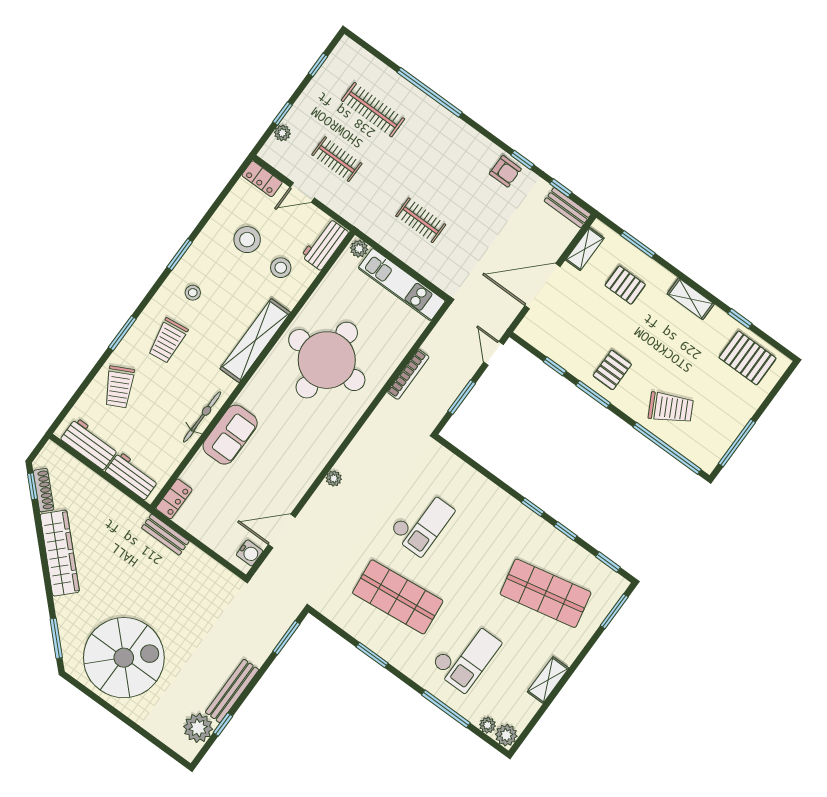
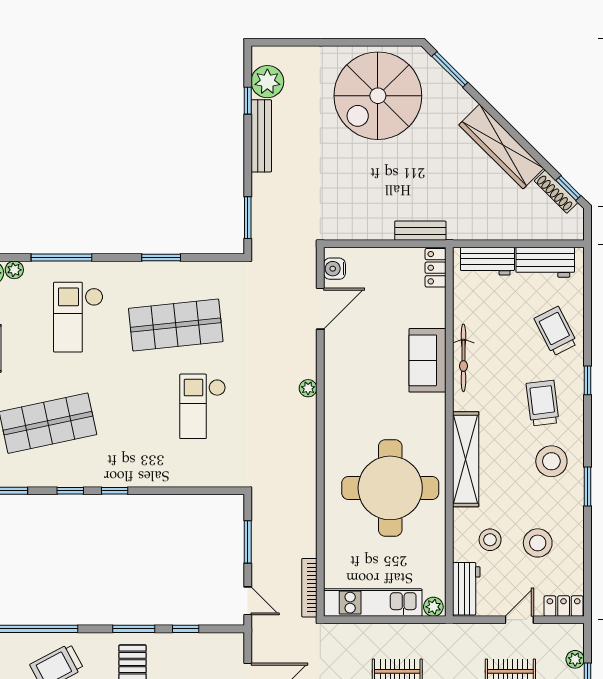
stool: (193, 293) -> (551, 461), width x1.89, depth x1.89
window: (122, 333) -> (587, 380), width x0.67
bookcase: (408, 374) -> (309, 588), moved

